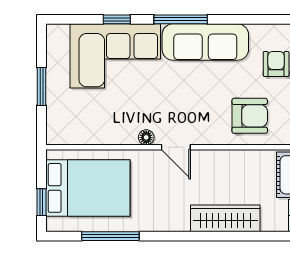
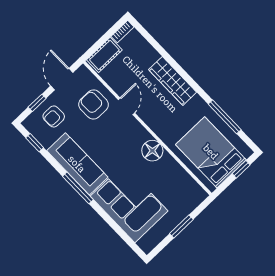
window: (117, 19) -> (35, 143), moved
floor lamp: (146, 137) -> (152, 151), width x1.89, depth x1.89
door: (176, 147) -> (126, 106), moved
wardrobe: (225, 218) -> (173, 81), moved

